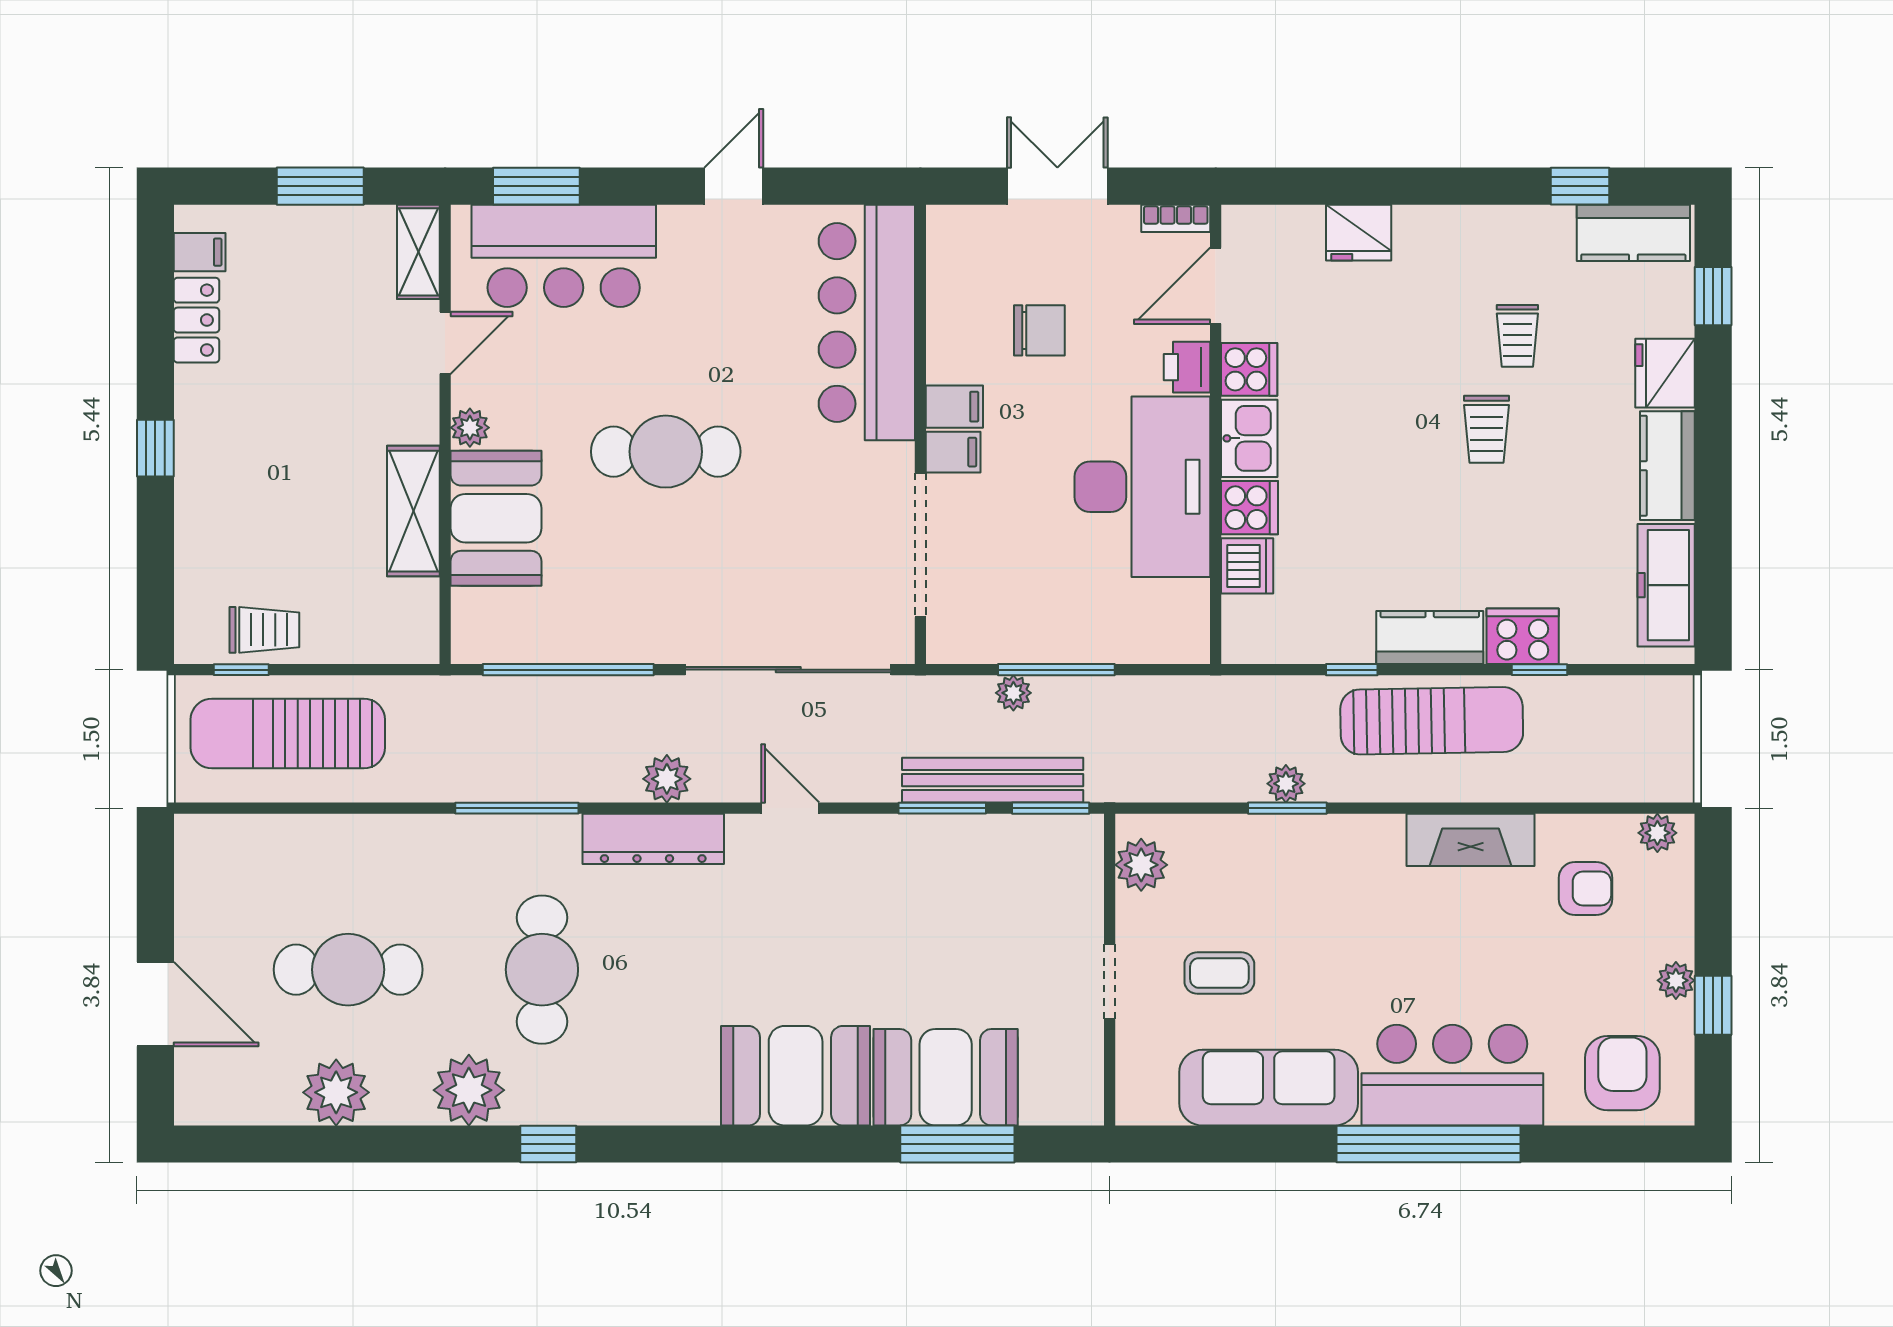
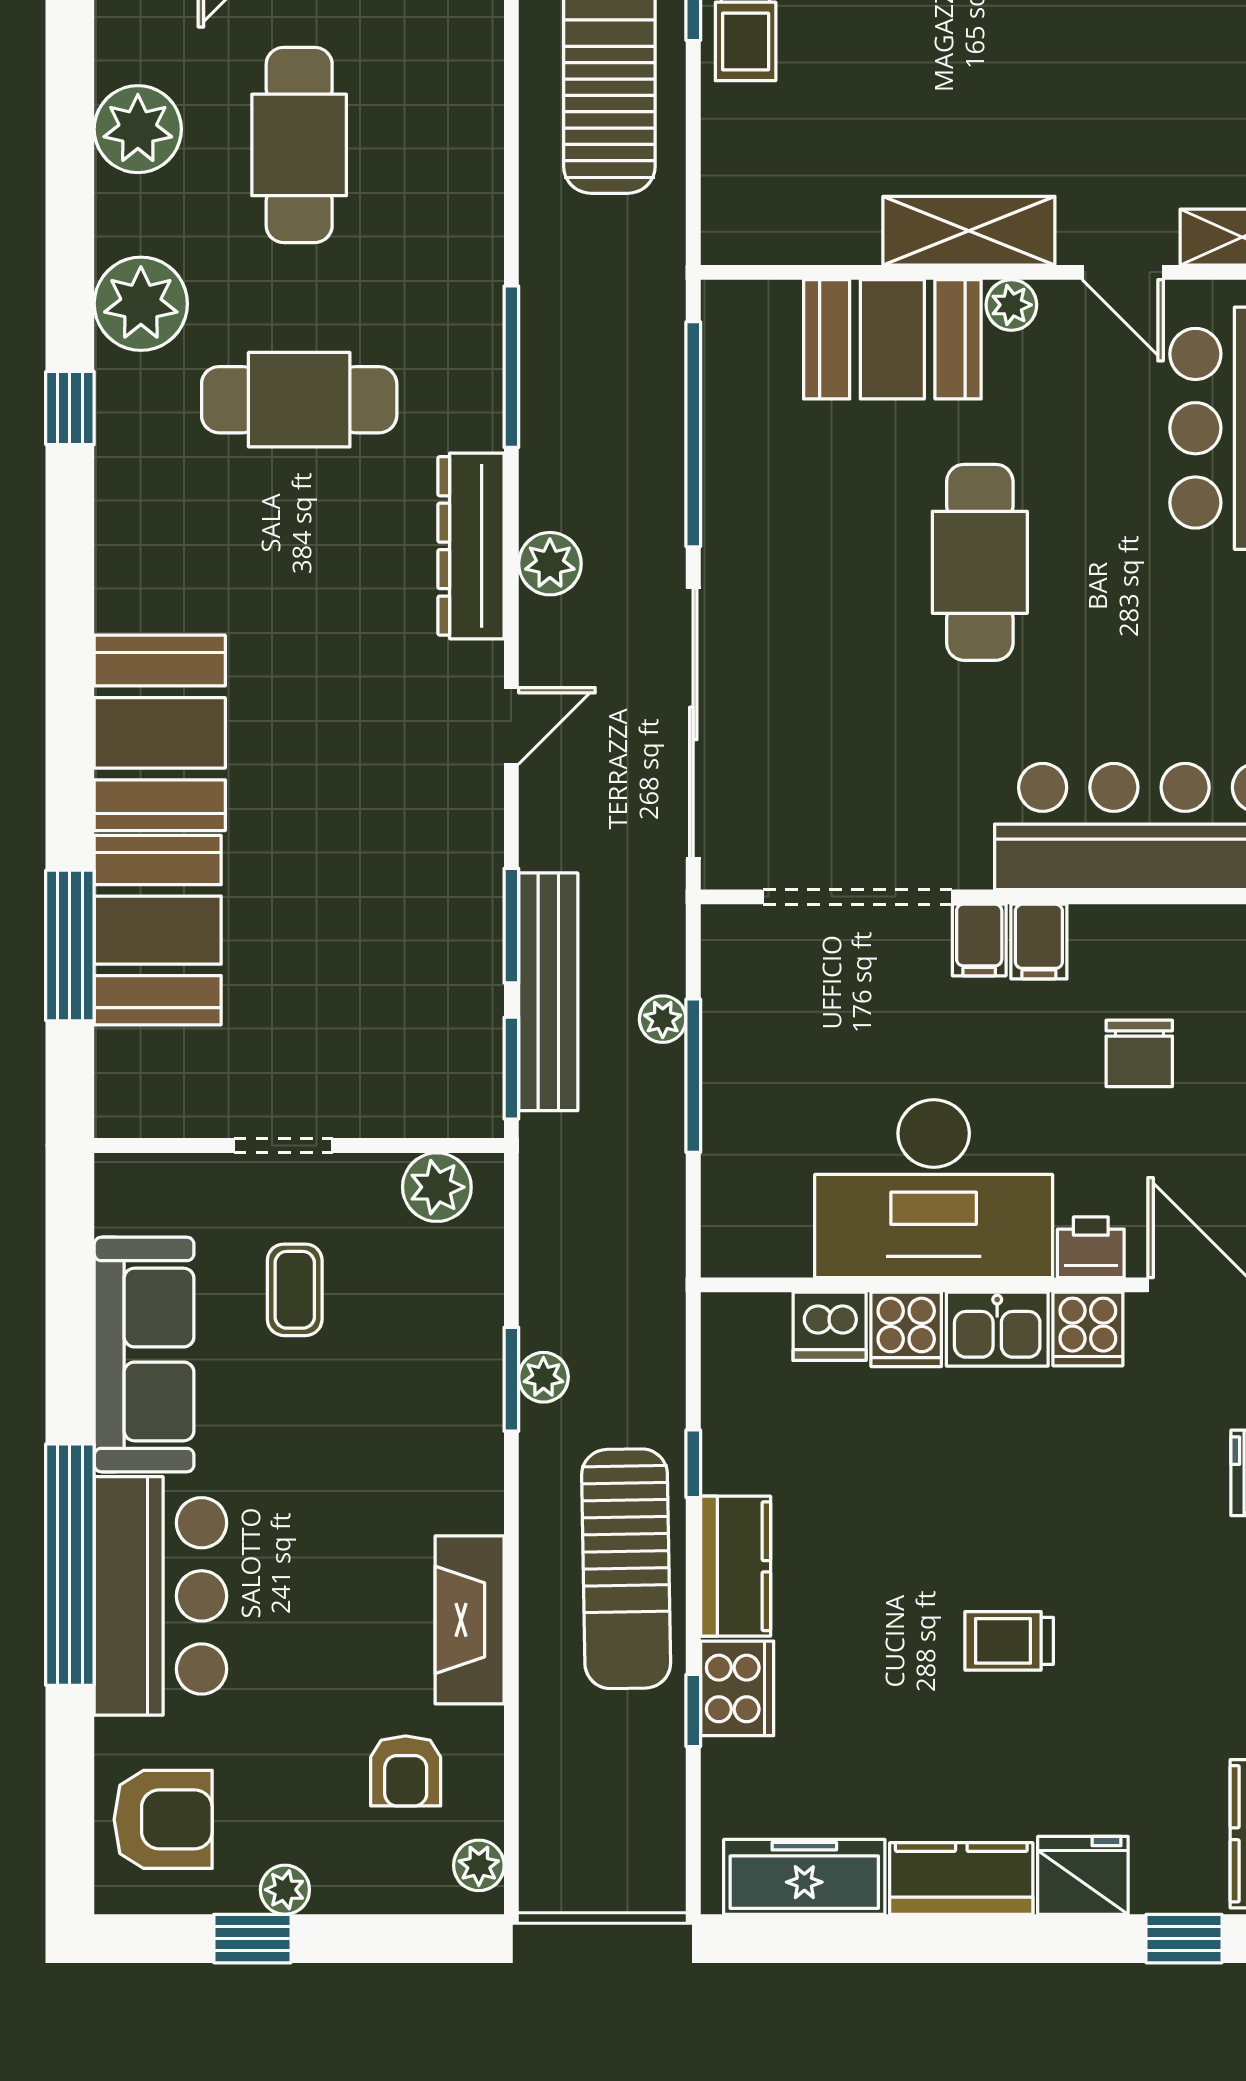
trolley: (1517, 336) -> (1132, 1681), removed
shelving: (413, 511) -> (969, 231), moved

